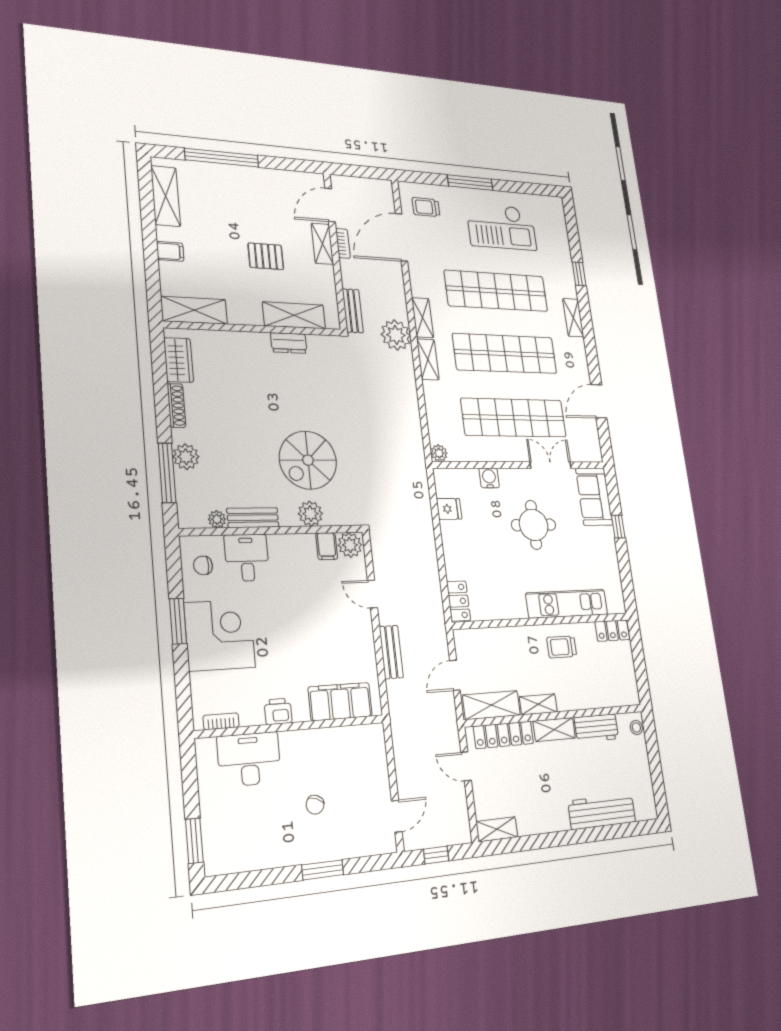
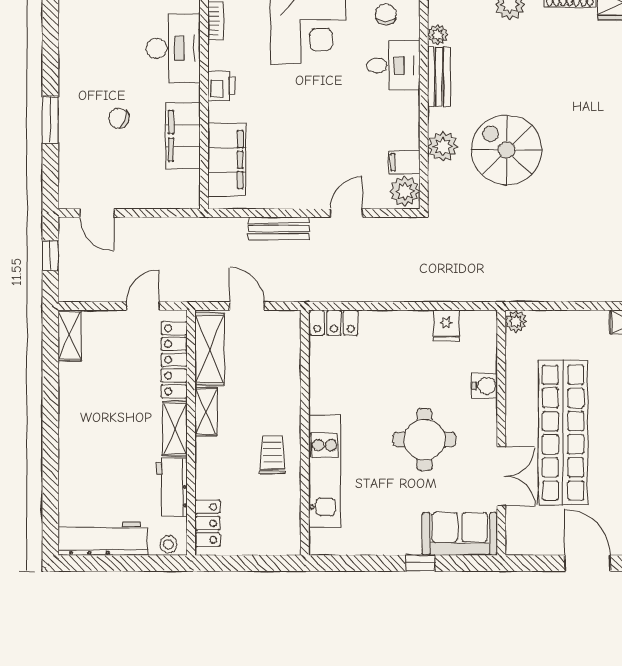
locker: (612, 631) -> (207, 523), moved, turned 180
filing cabinet: (324, 743) -> (183, 136), added
workbench: (602, 811) -> (103, 539), moved, turned -90

